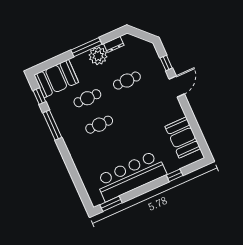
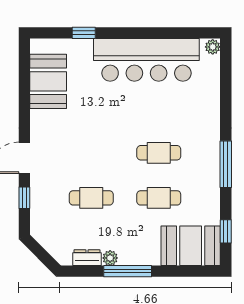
plant: (98, 56) -> (110, 258), width x0.53, depth x0.53
window: (52, 125) -> (226, 164), moved
plant: (95, 201) -> (213, 47), added
window: (111, 204) -> (192, 33), removed

